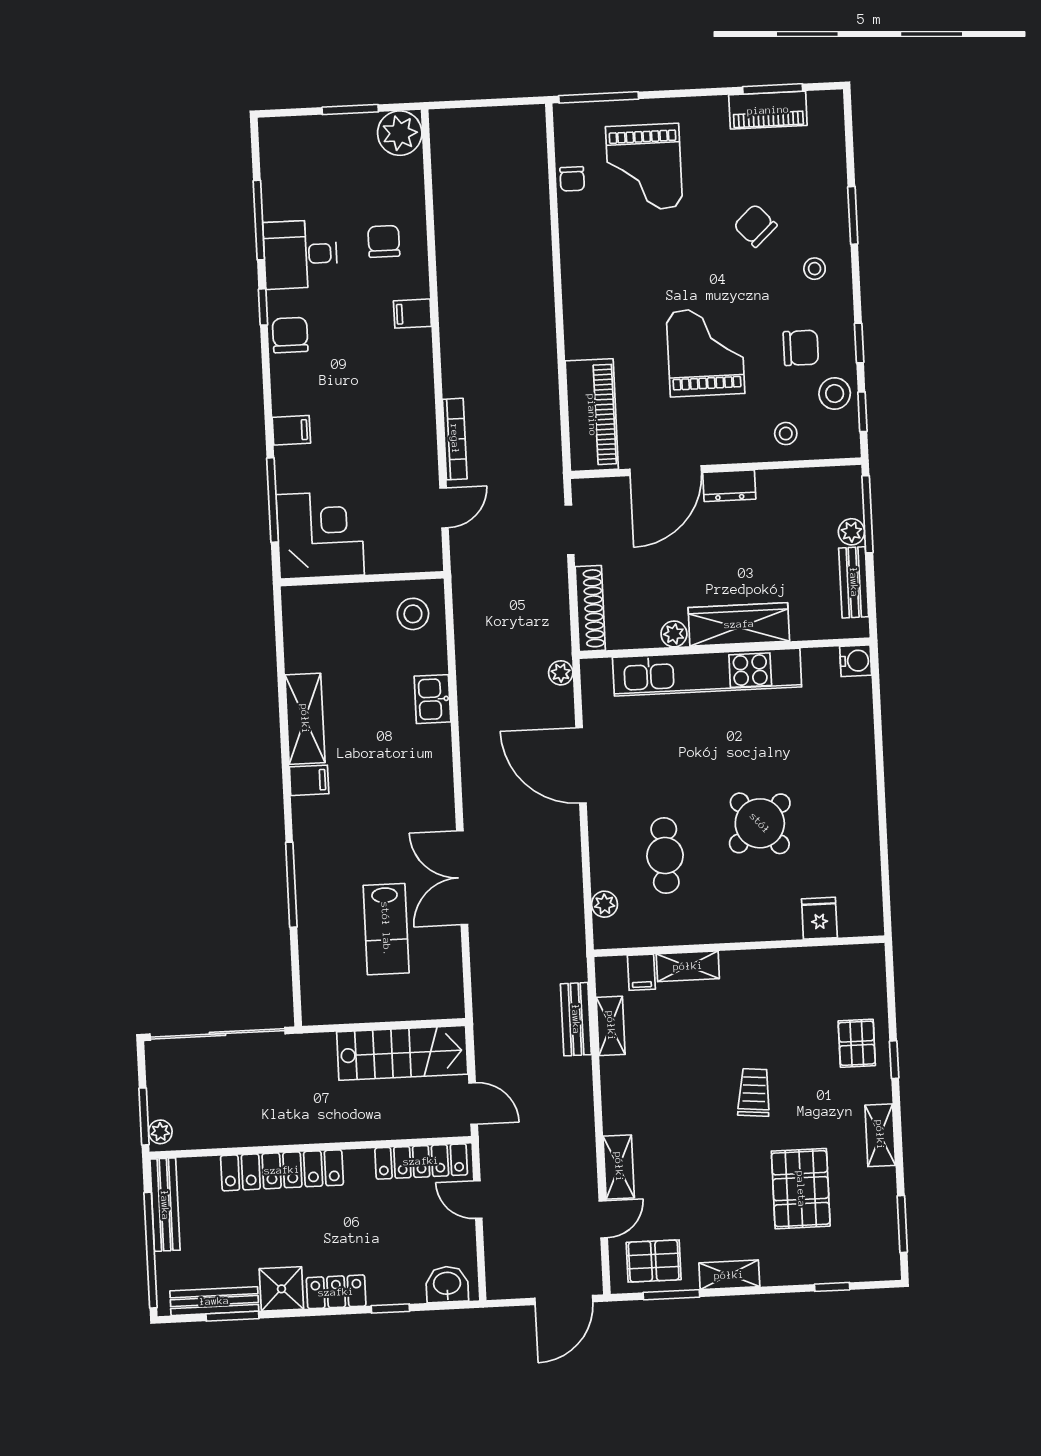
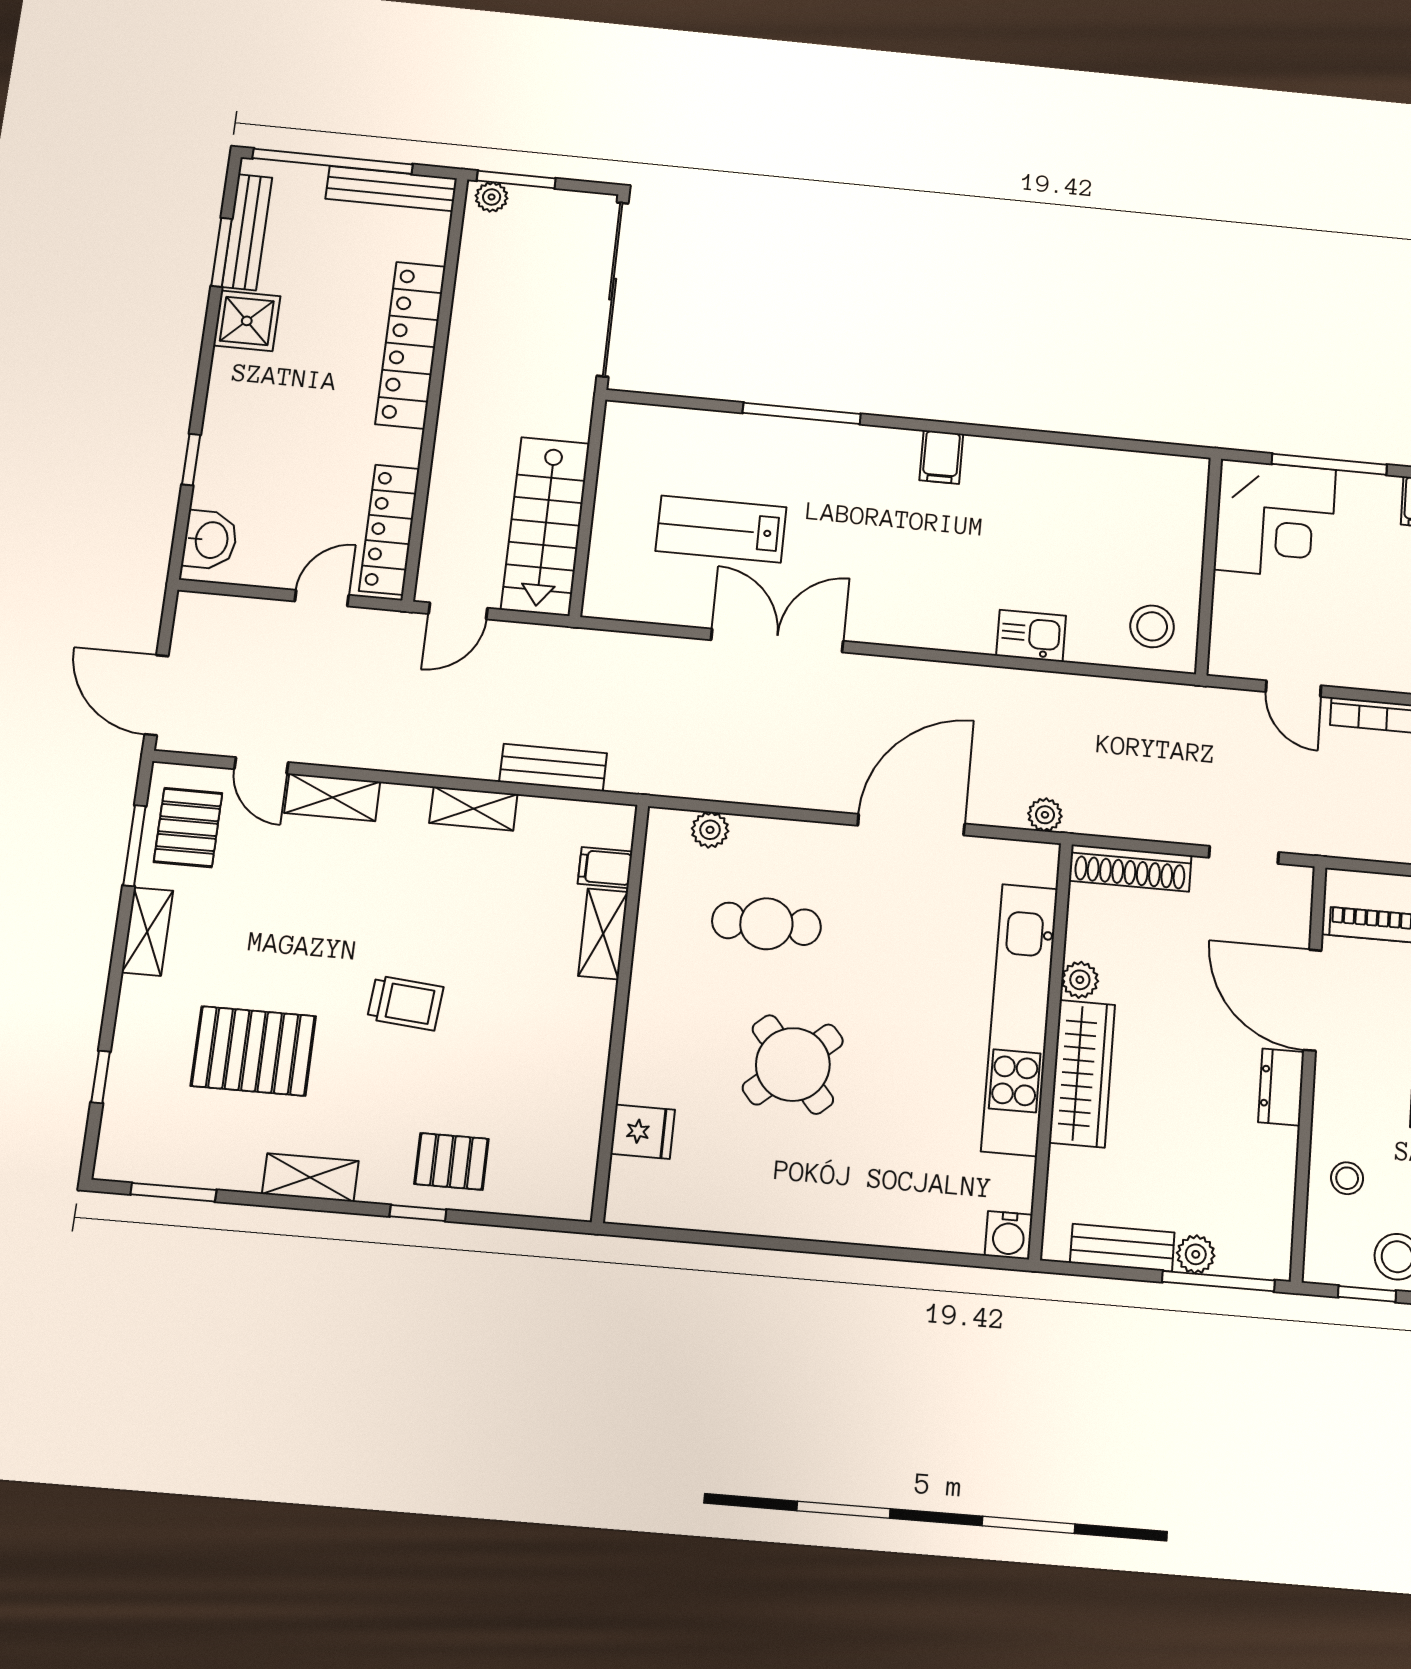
shelving: (305, 719) -> (1026, 464), removed
shelving: (611, 1026) -> (473, 809), moved
locker: (336, 1292) -> (229, 392), removed

